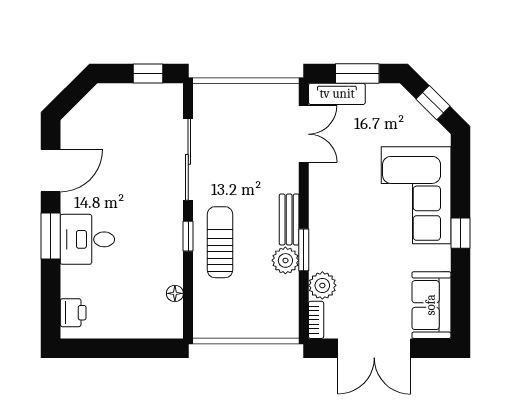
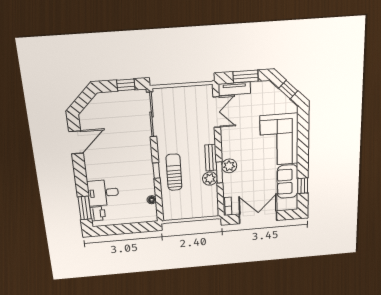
sliding door: (188, 159) -> (152, 114), moved
window: (460, 233) -> (303, 186), moved
window: (51, 236) -> (85, 208), moved
desk: (87, 239) -> (103, 193), moved
plant: (322, 285) -> (229, 166), moved
sofa: (431, 305) -> (287, 182), moved
double door: (374, 348) -> (258, 217), swing flipped

